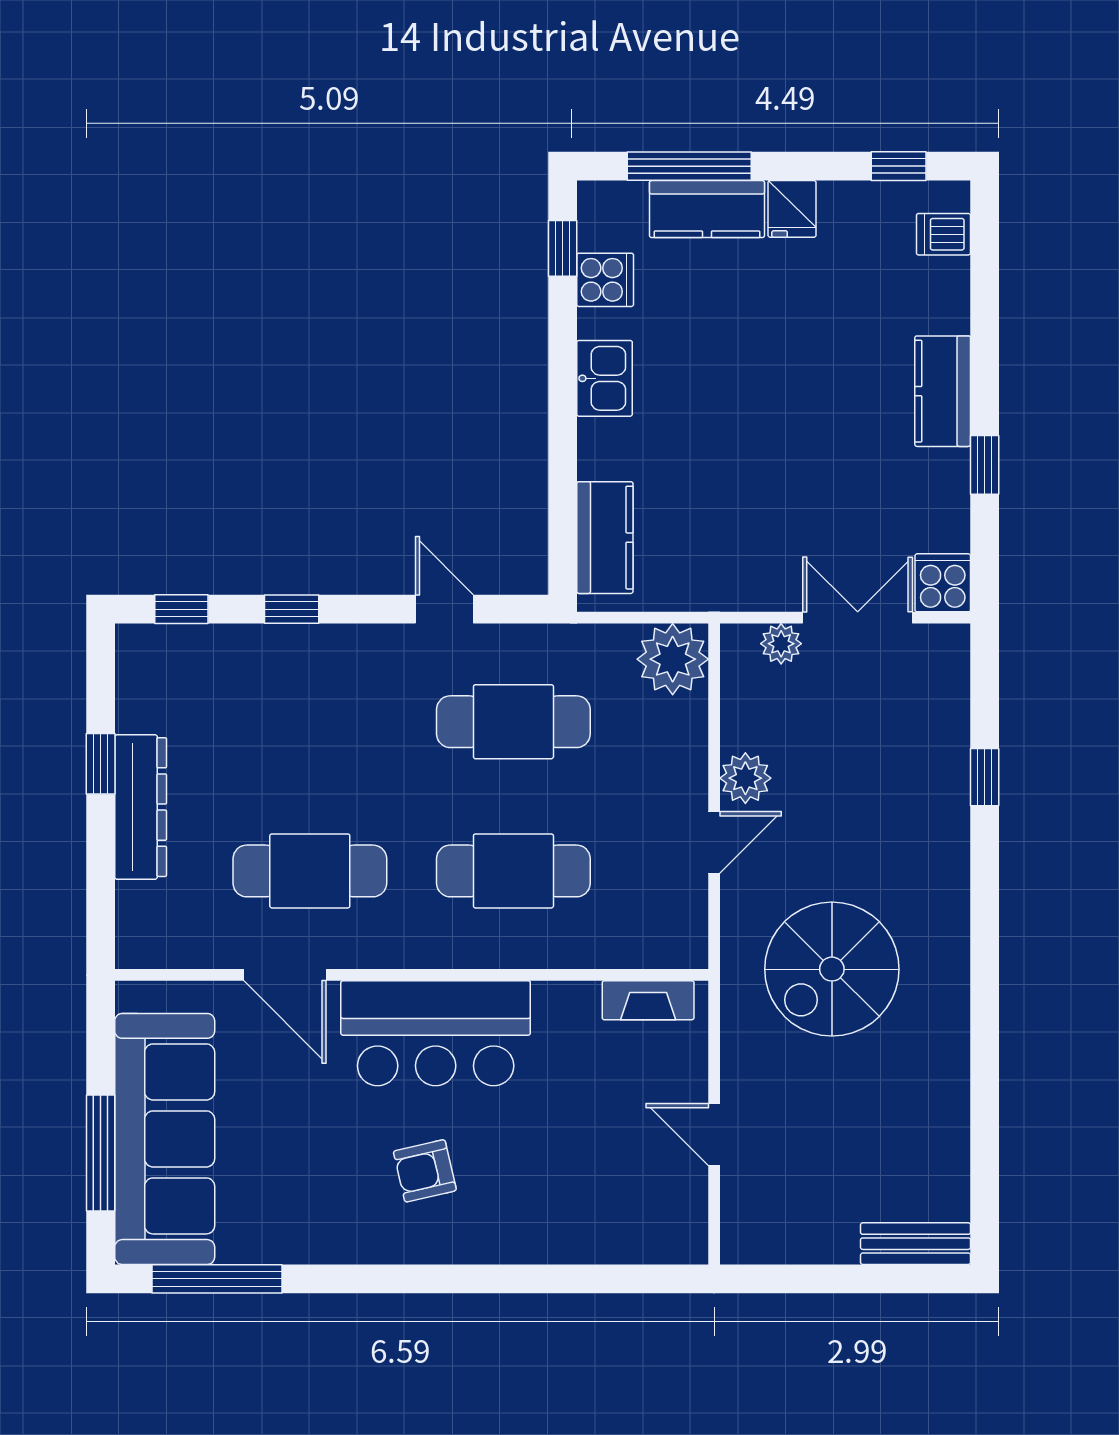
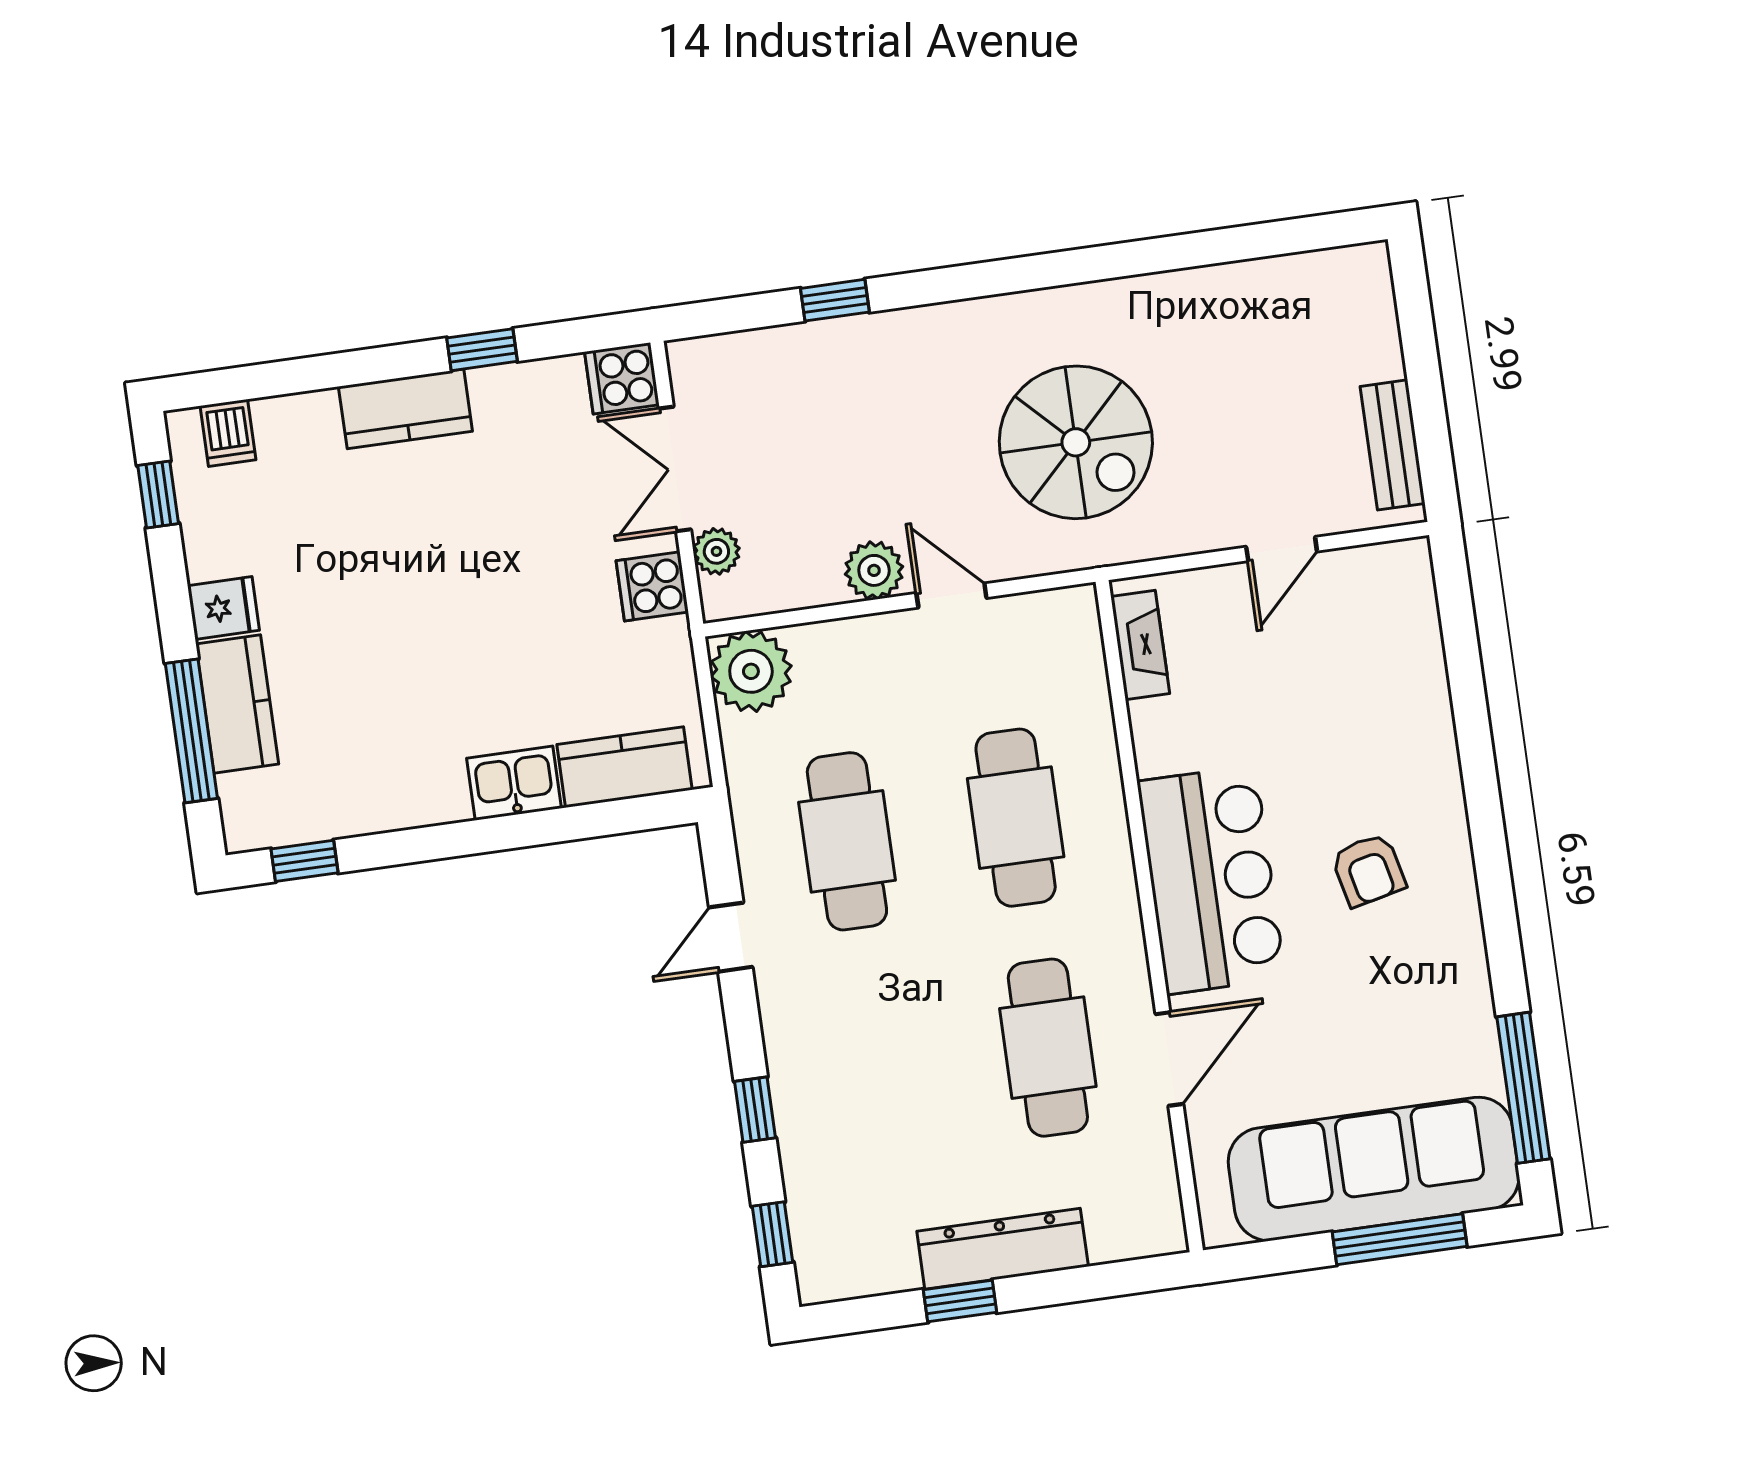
cooker: (605, 280) -> (652, 586), moved, turned -90
kitchen sink: (605, 378) -> (514, 783), moved
bench: (916, 1244) -> (1393, 445), moved

